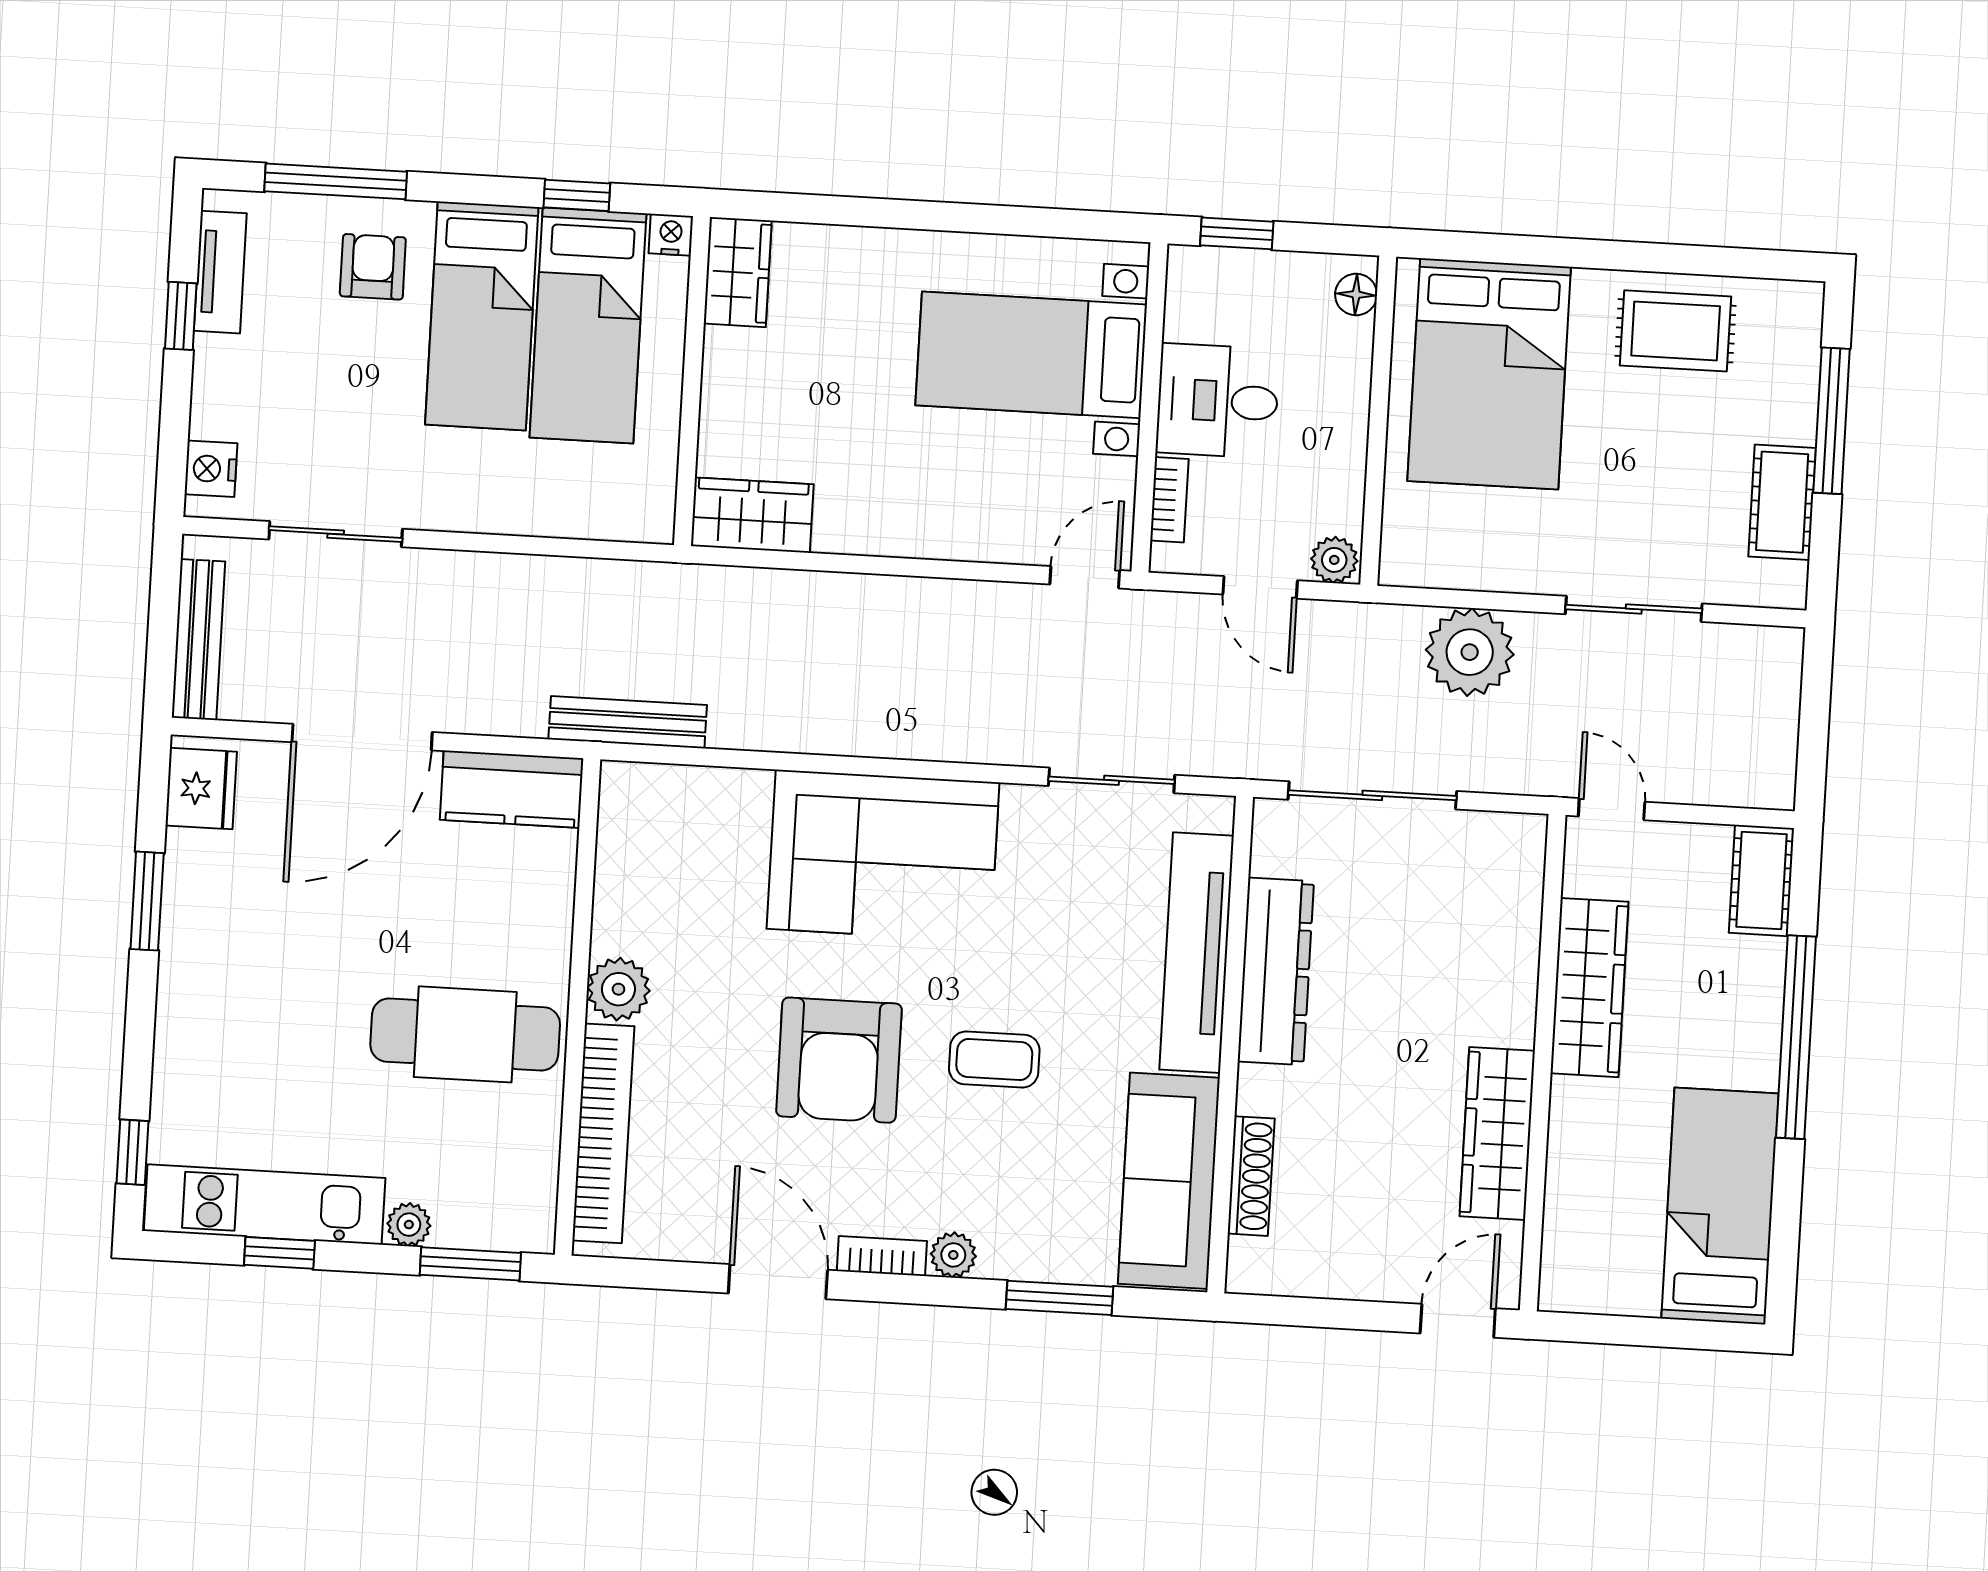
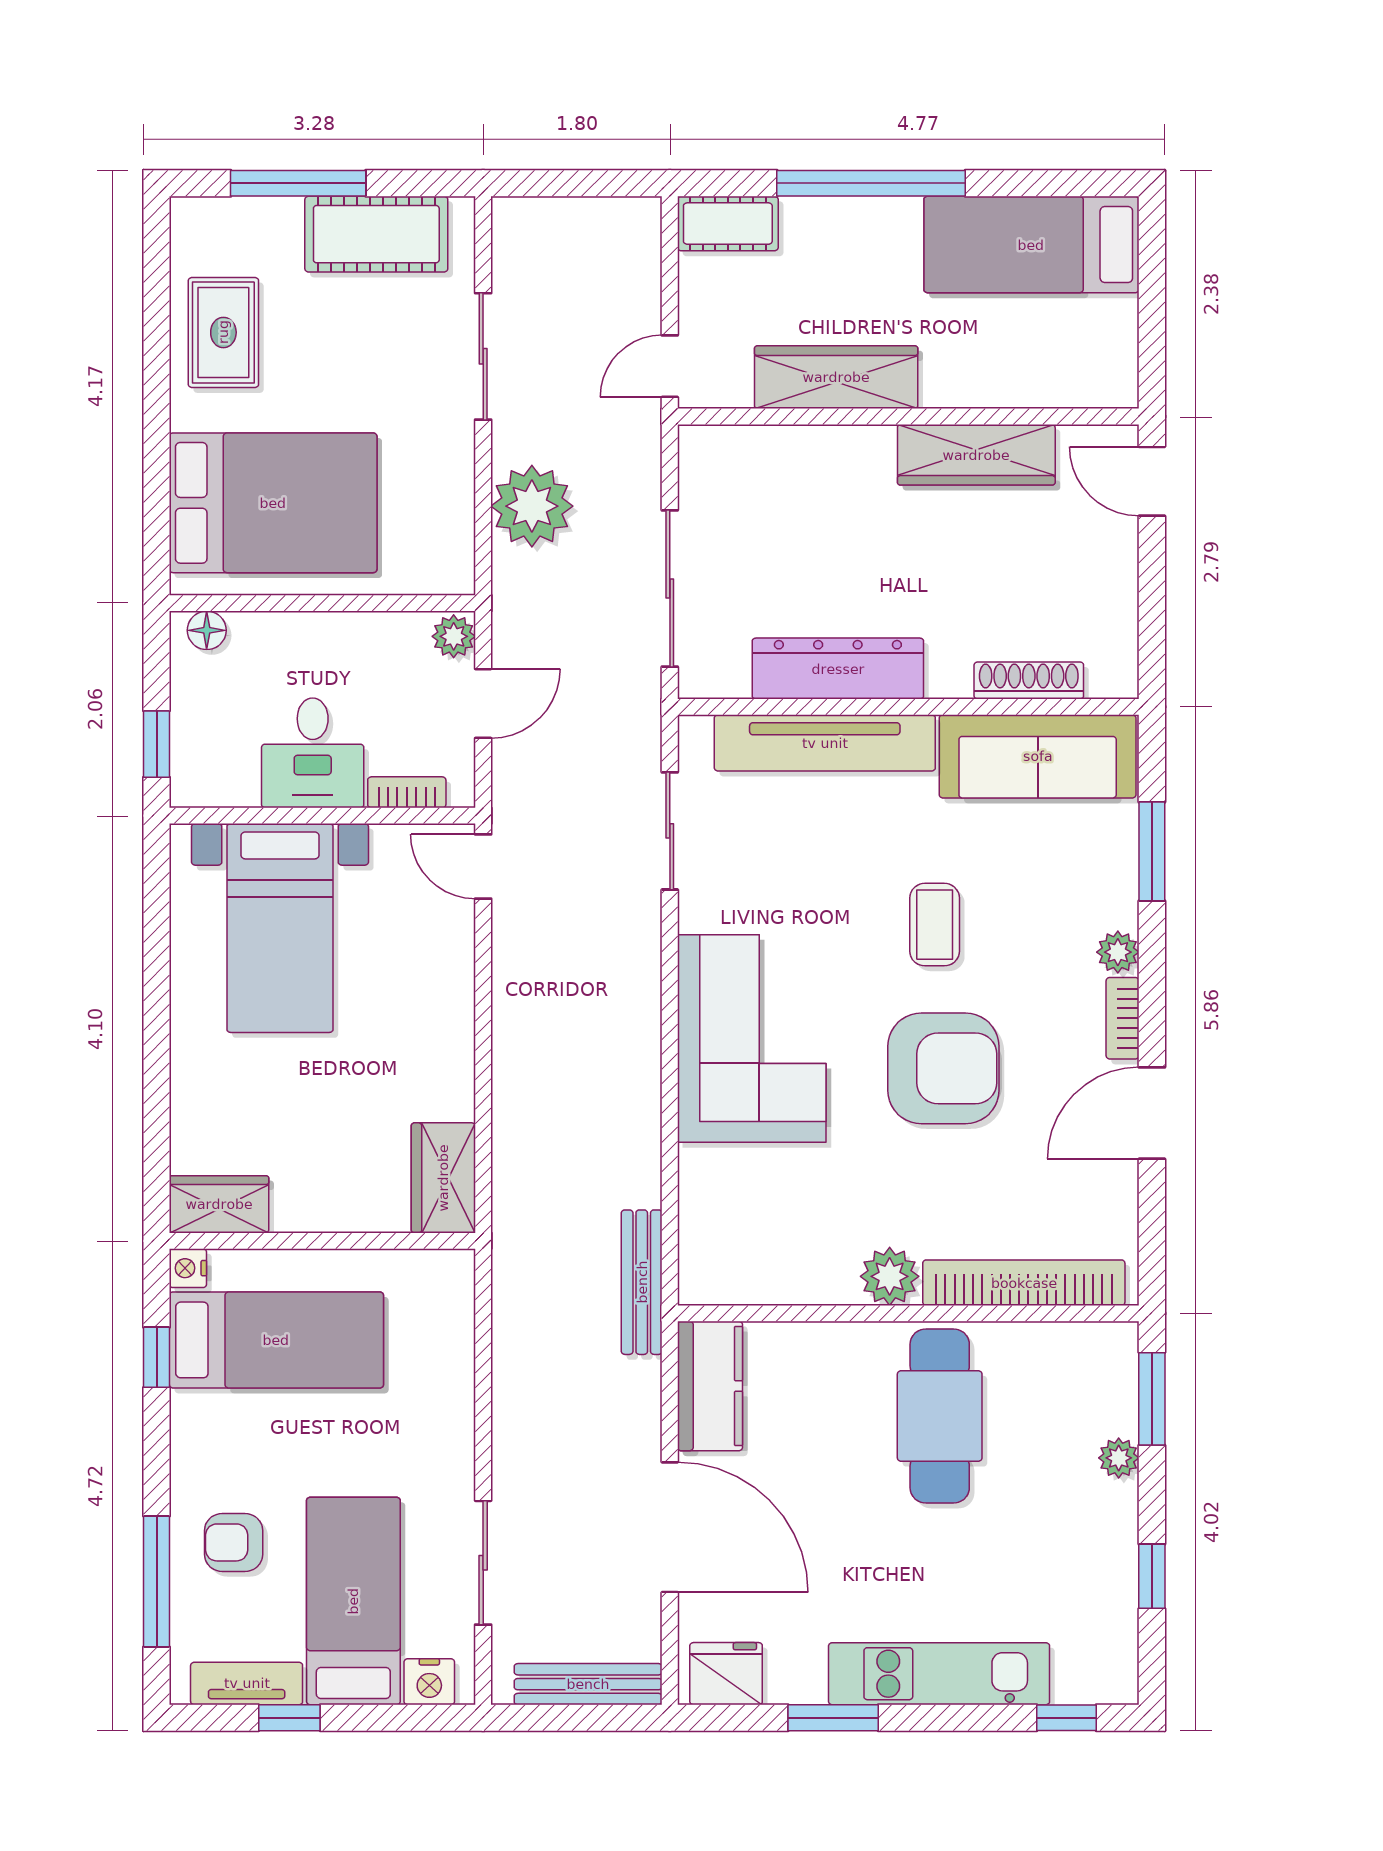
bed: (482, 316) -> (353, 1601), moved, turned -90
cot: (1782, 502) -> (376, 234), width x1.37, depth x1.34
kitchen unit: (265, 1204) -> (939, 1674), moved, turned 90

